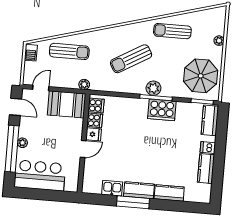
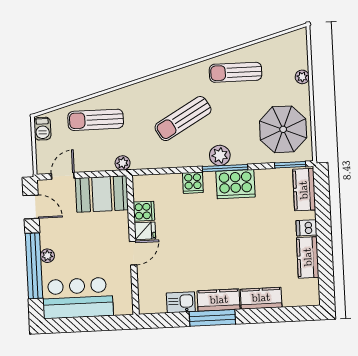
sun lounger: (69, 51) -> (96, 120), turned 180
cooker: (96, 106) -> (193, 183), moved, turned 90

